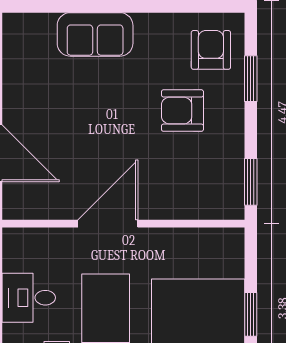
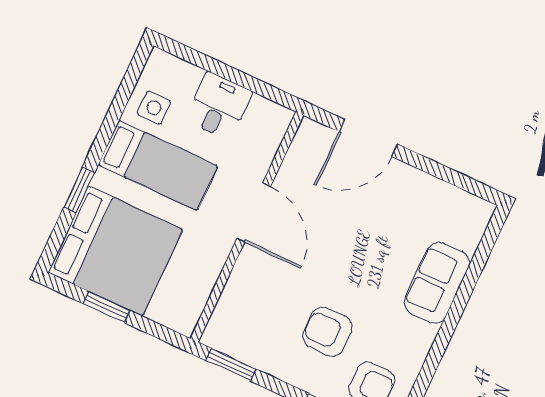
armchair: (182, 111) -> (327, 332), turned -90

